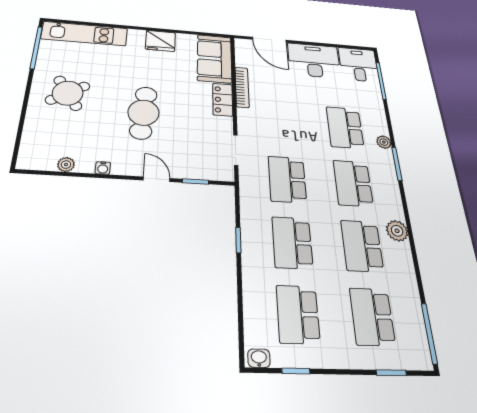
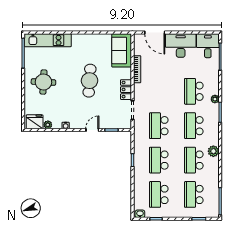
fridge: (160, 41) -> (35, 122), moved, turned 180
round table: (68, 93) -> (43, 82), turned 36
locker: (223, 100) -> (126, 90), moved
cafe table: (143, 113) -> (89, 81), moved
door: (157, 179) -> (92, 130), hinge flipped

